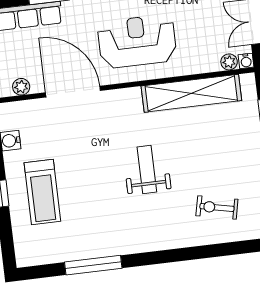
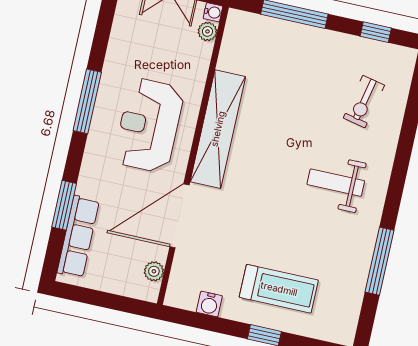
shelving: (191, 93) -> (218, 129), moved
weight bench: (147, 170) -> (336, 183), moved

